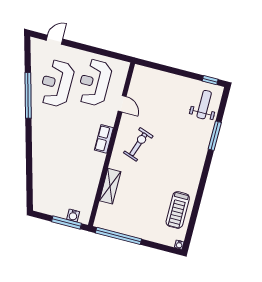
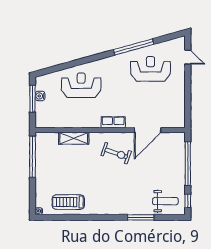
window: (170, 70) -> (188, 164), added
reception desk: (94, 82) -> (81, 85), moved
door: (122, 104) -> (148, 130), width x1.87
water cooler: (73, 215) -> (40, 96), moved
window: (67, 222) -> (32, 99), moved

